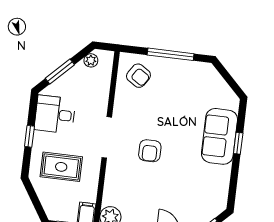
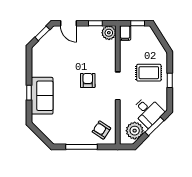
plant: (91, 60) -> (135, 131), width x1.87, depth x1.87
desk: (55, 114) -> (148, 111), moved, turned 45
rug: (61, 167) -> (149, 73), moved

